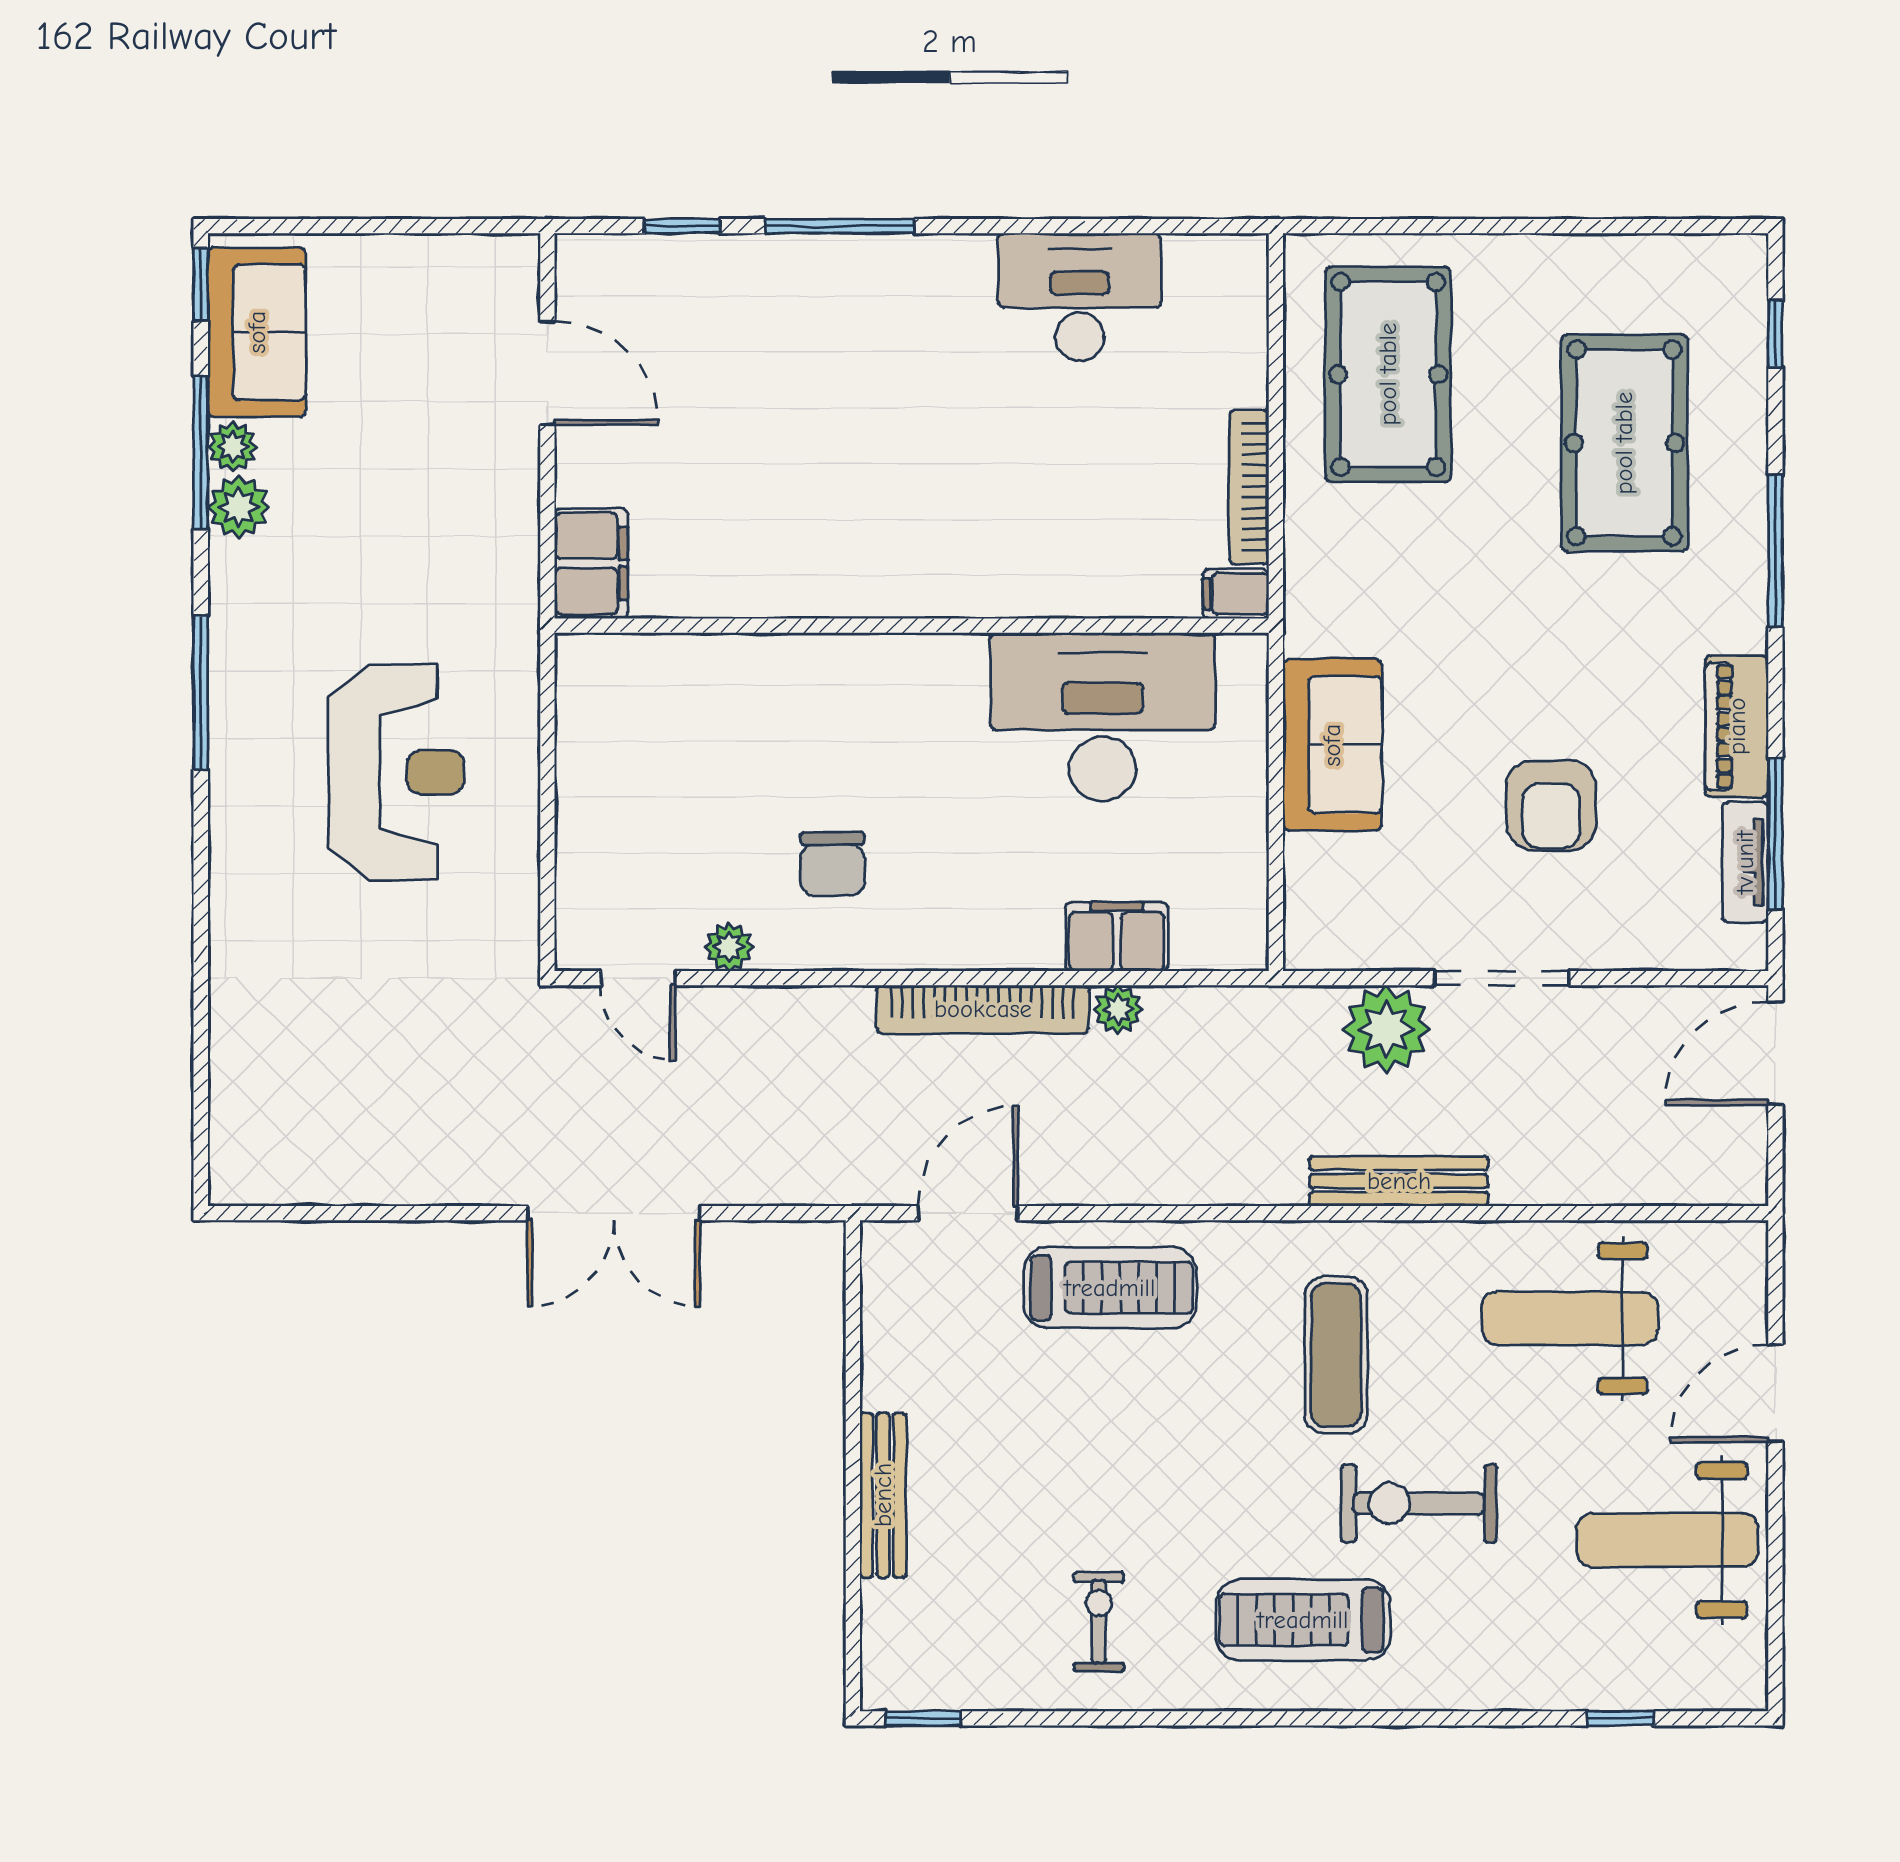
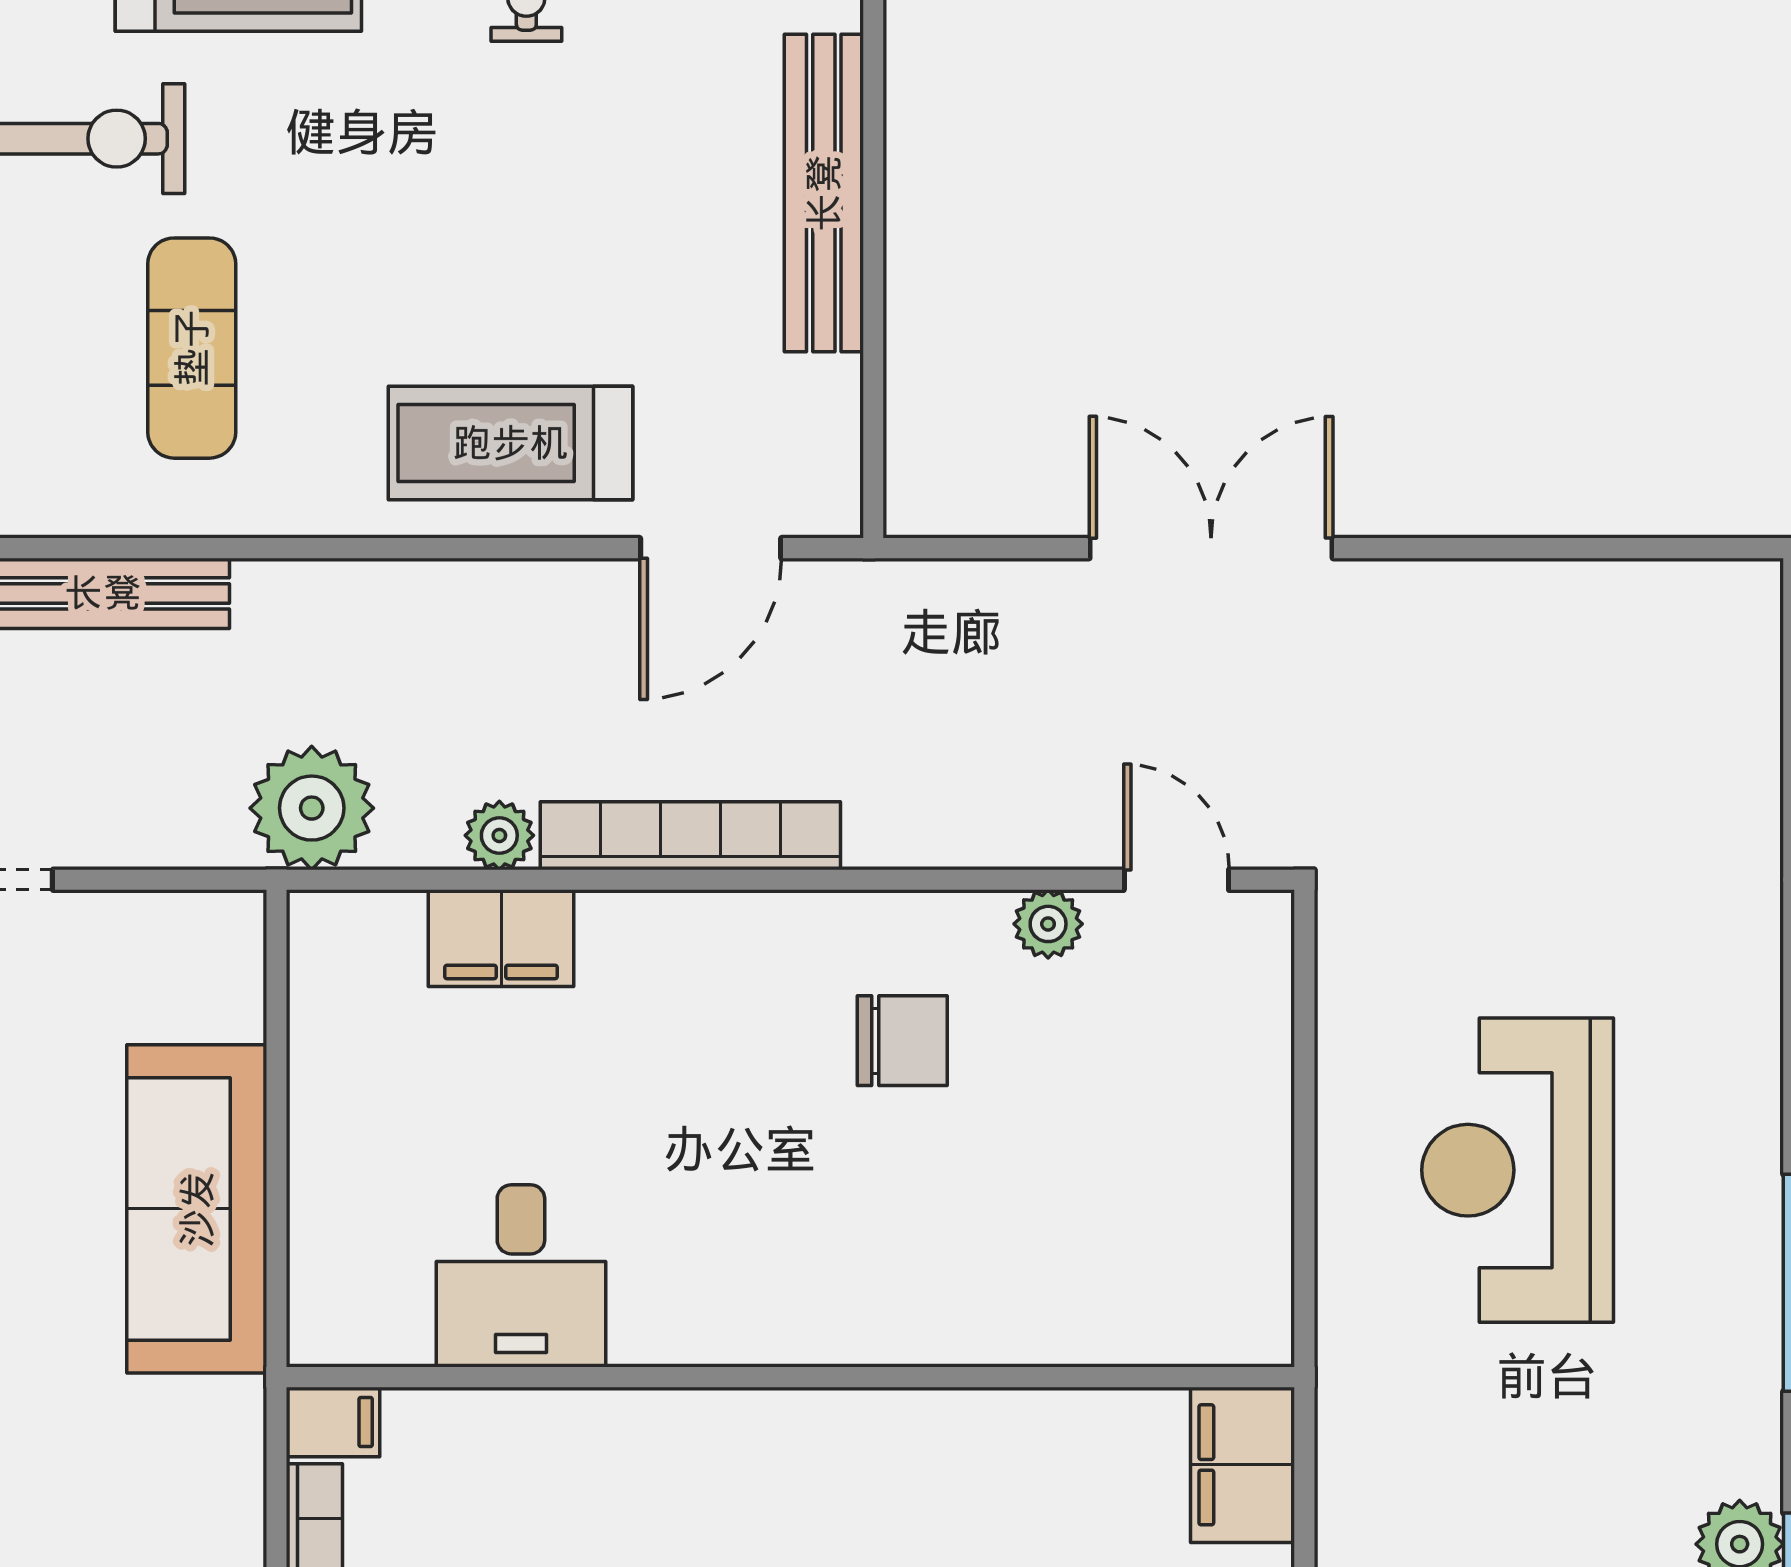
desk: (1103, 717) -> (521, 1276), width x0.53, depth x0.77
sofa: (1332, 745) -> (197, 1209), width x1.36
chair: (832, 864) -> (902, 1041), turned 90
plant: (1386, 1029) -> (312, 808), moved
bench: (883, 1495) -> (824, 193), width x1.37, depth x1.21

